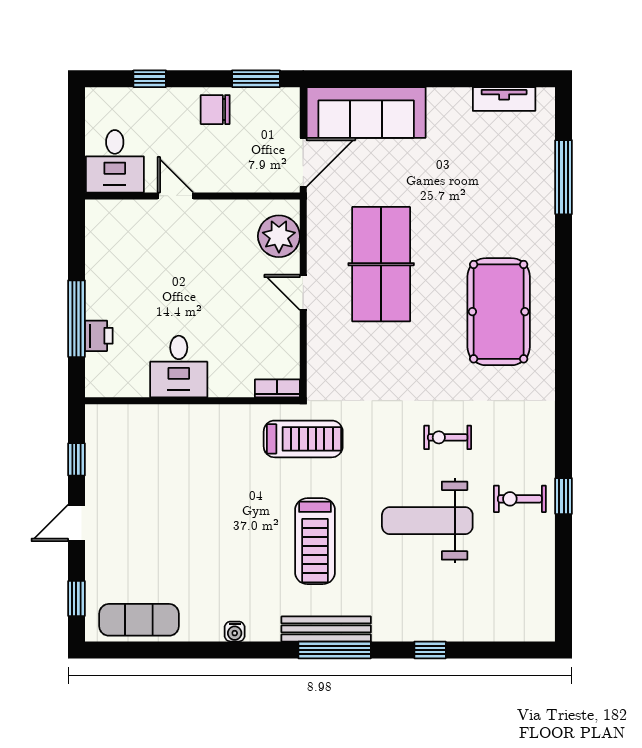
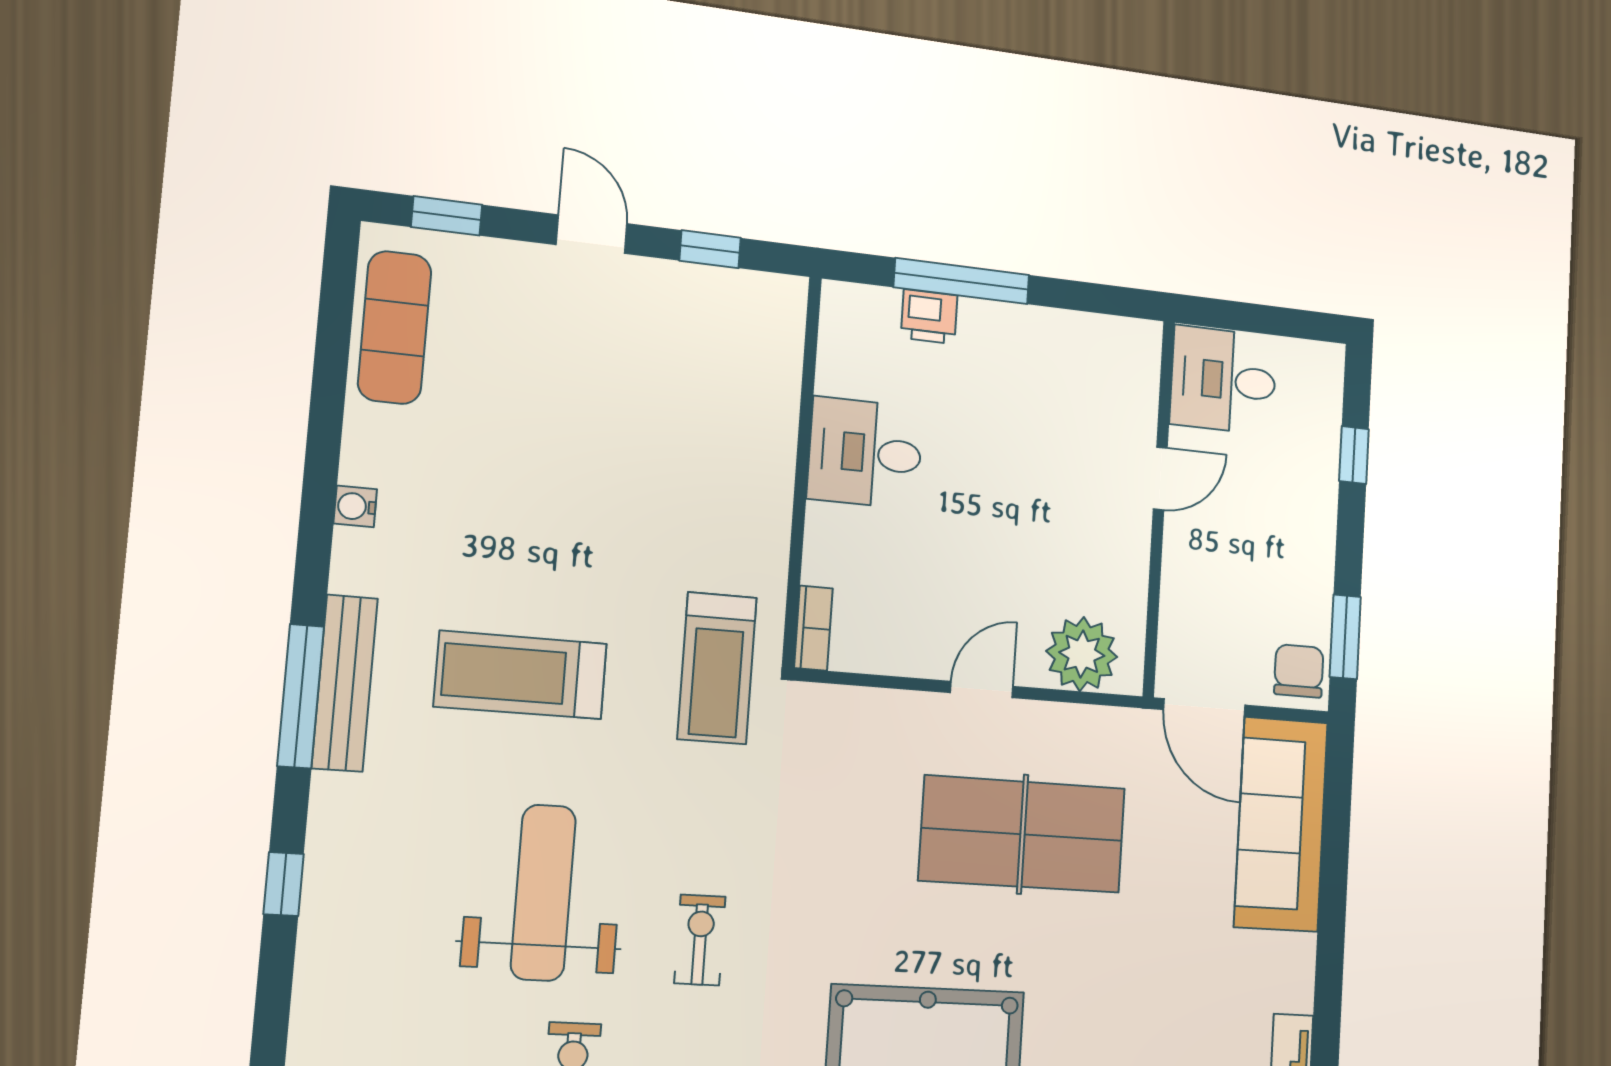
chair: (215, 110) -> (1299, 671), moved

